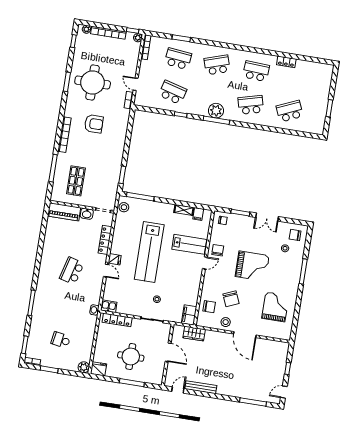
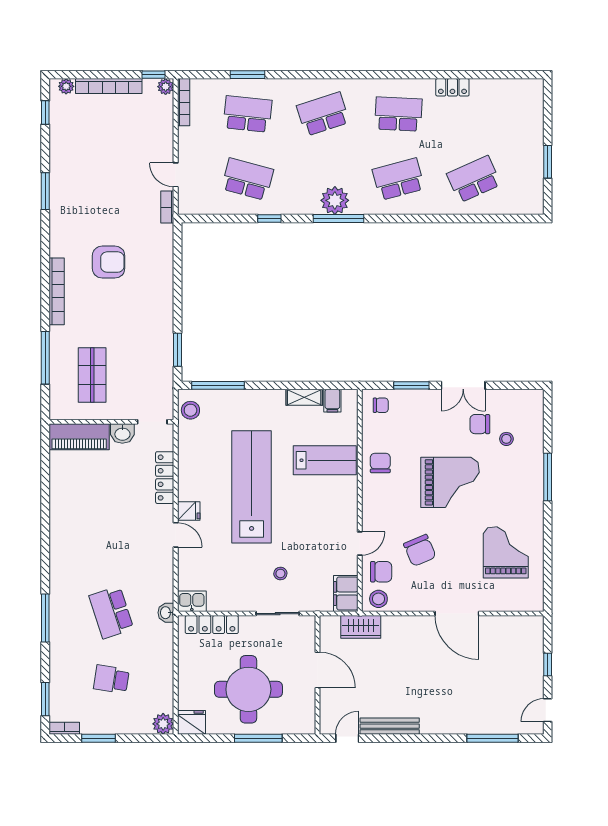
round table: (93, 82) -> (94, 185), removed
chair: (295, 235) -> (480, 424), moved
lab bench: (149, 252) -> (252, 487), turned 180
door: (205, 263) -> (360, 543), moved
school desk: (72, 271) -> (111, 612), moved, turned -33
stool: (226, 322) -> (378, 599), moved
round table: (131, 357) -> (248, 689), width x1.36, depth x1.36

